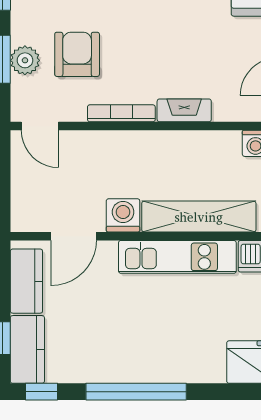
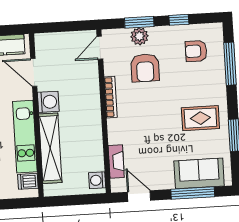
armchair: (77, 54) -> (145, 68), turned 90
fireplace: (184, 110) -> (116, 162), moved

